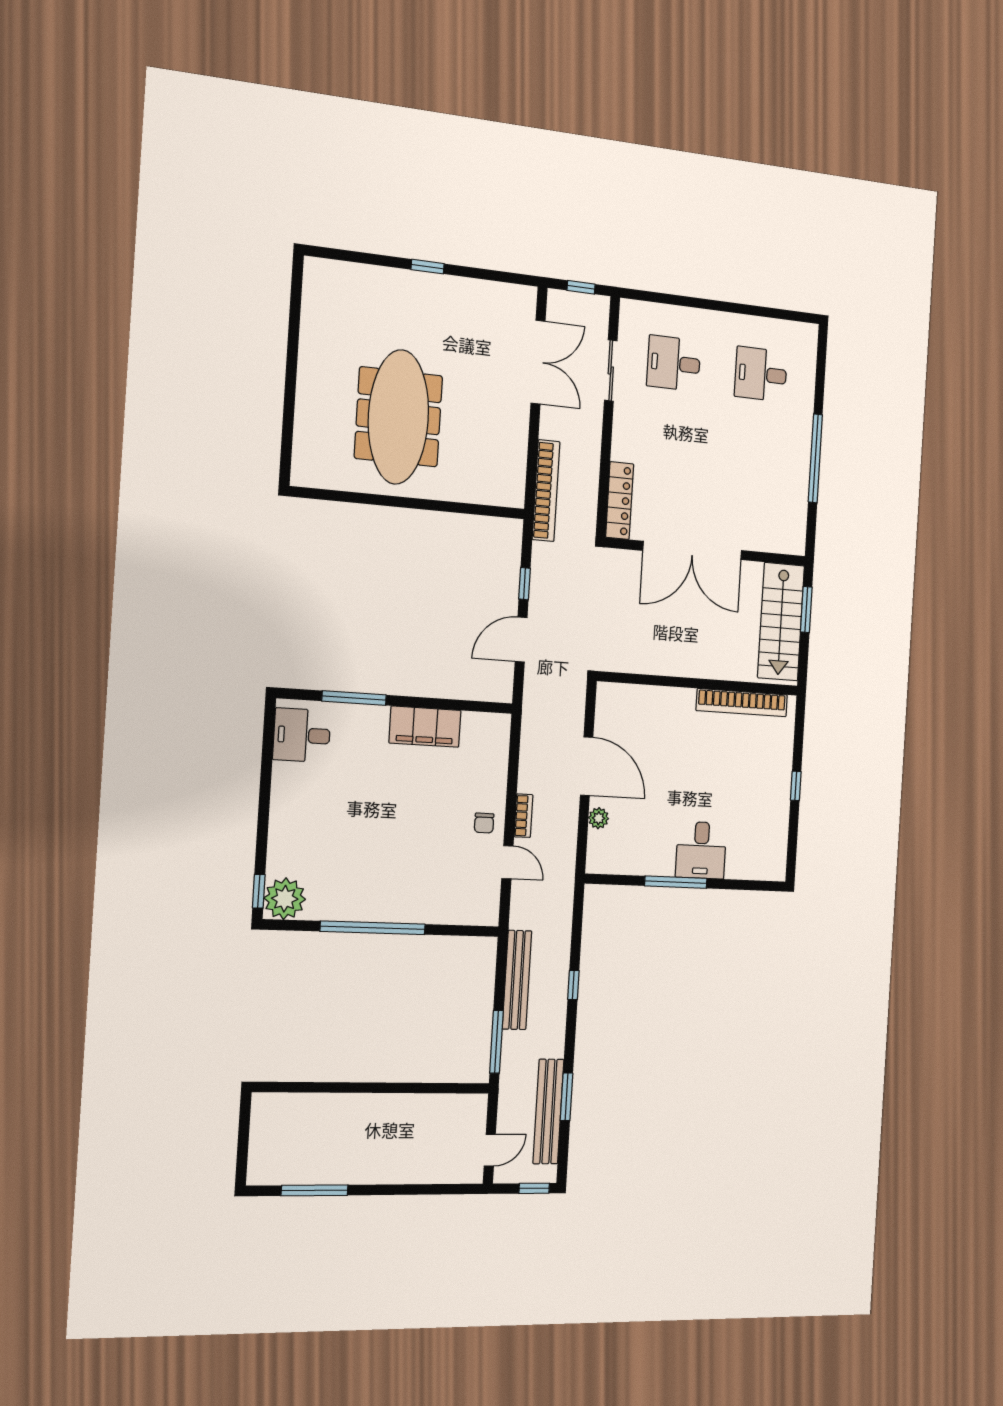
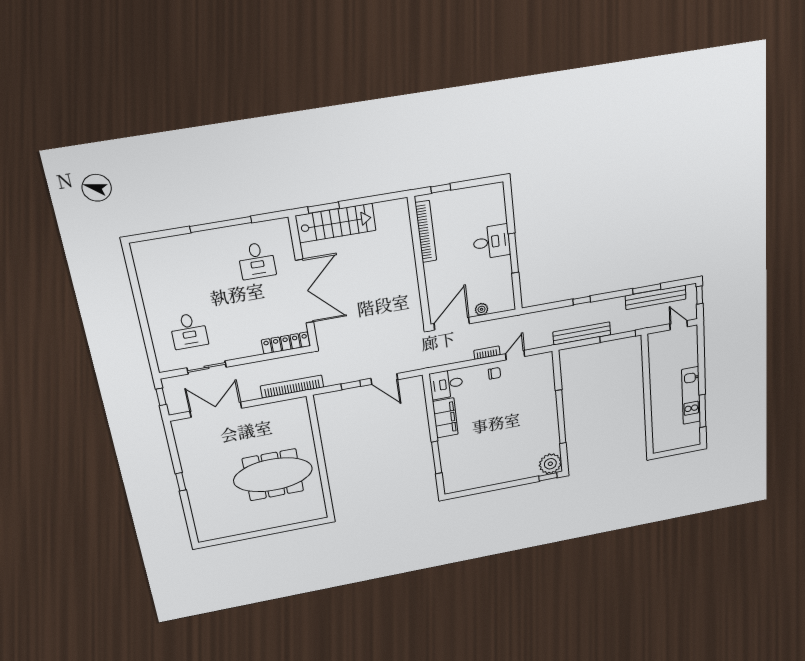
desk: (761, 374) -> (257, 261), moved
wall: (699, 683) -> (419, 262), moved
bookcase: (742, 703) -> (426, 232), moved
desk: (302, 735) -> (446, 384), moved, turned 90
kitchen unit: (351, 1169) -> (691, 396), added

